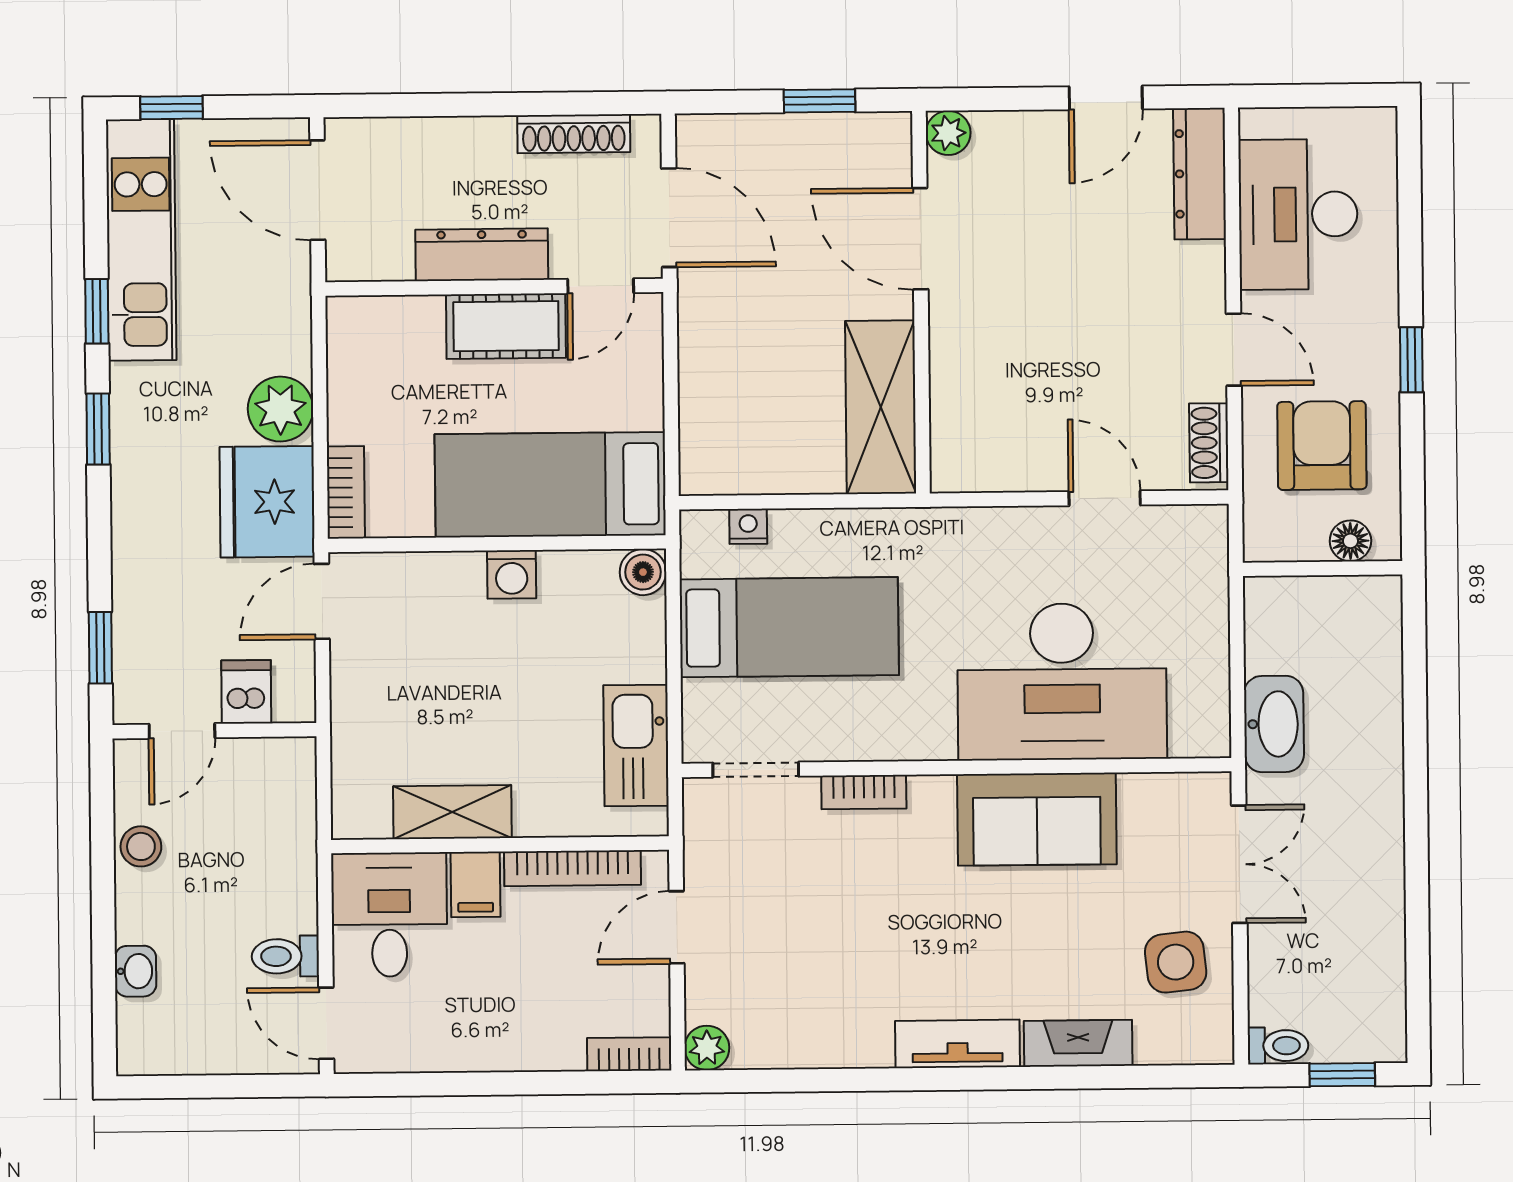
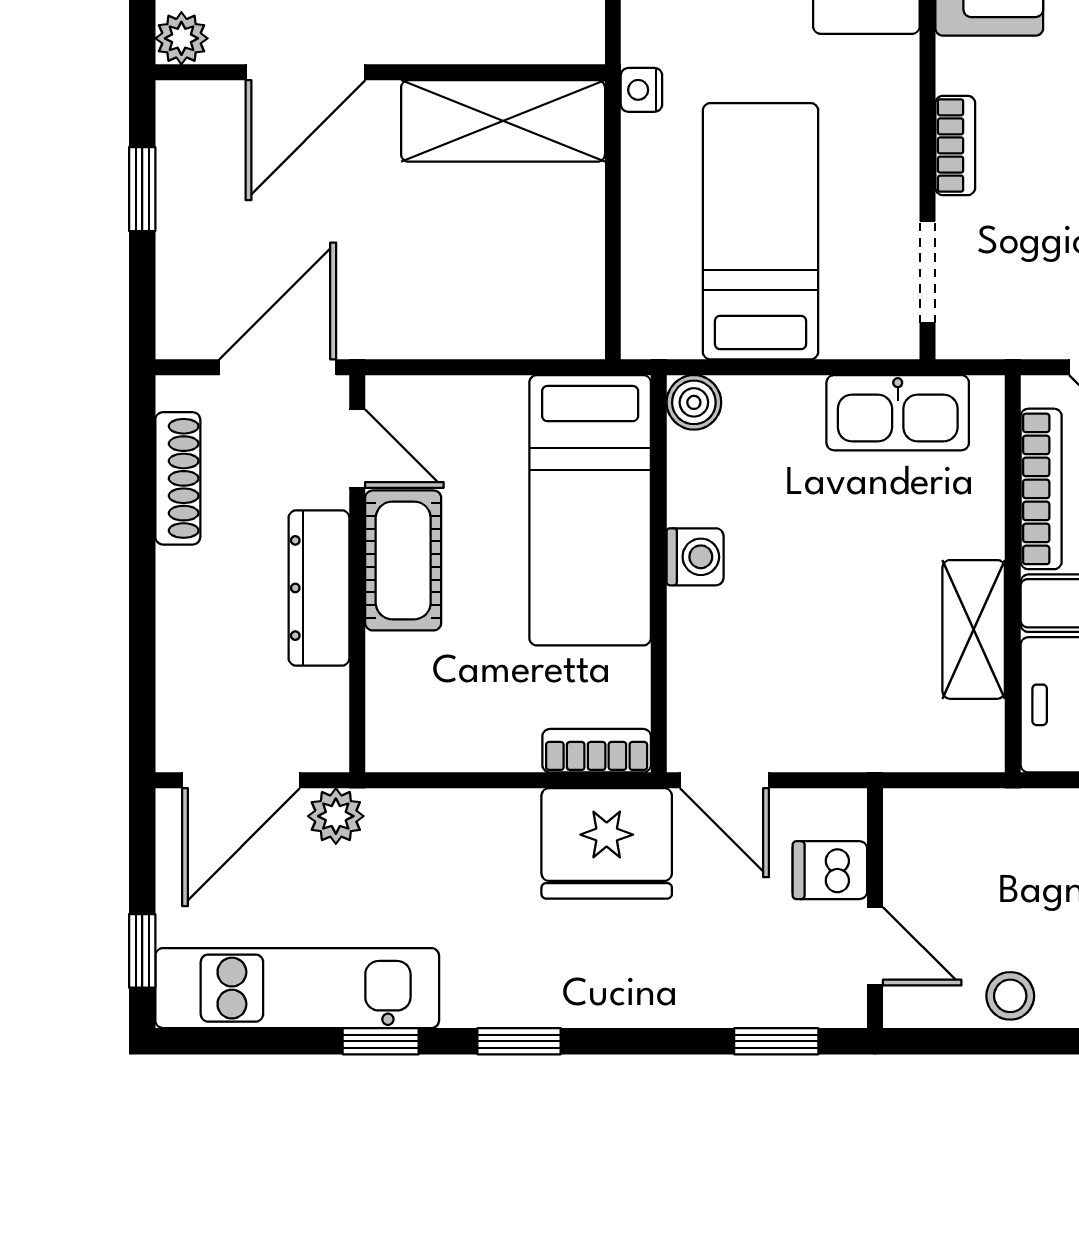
plant: (280, 409) -> (336, 816), moved, width x0.73, depth x0.73
nightstand: (748, 526) -> (641, 90), moved

